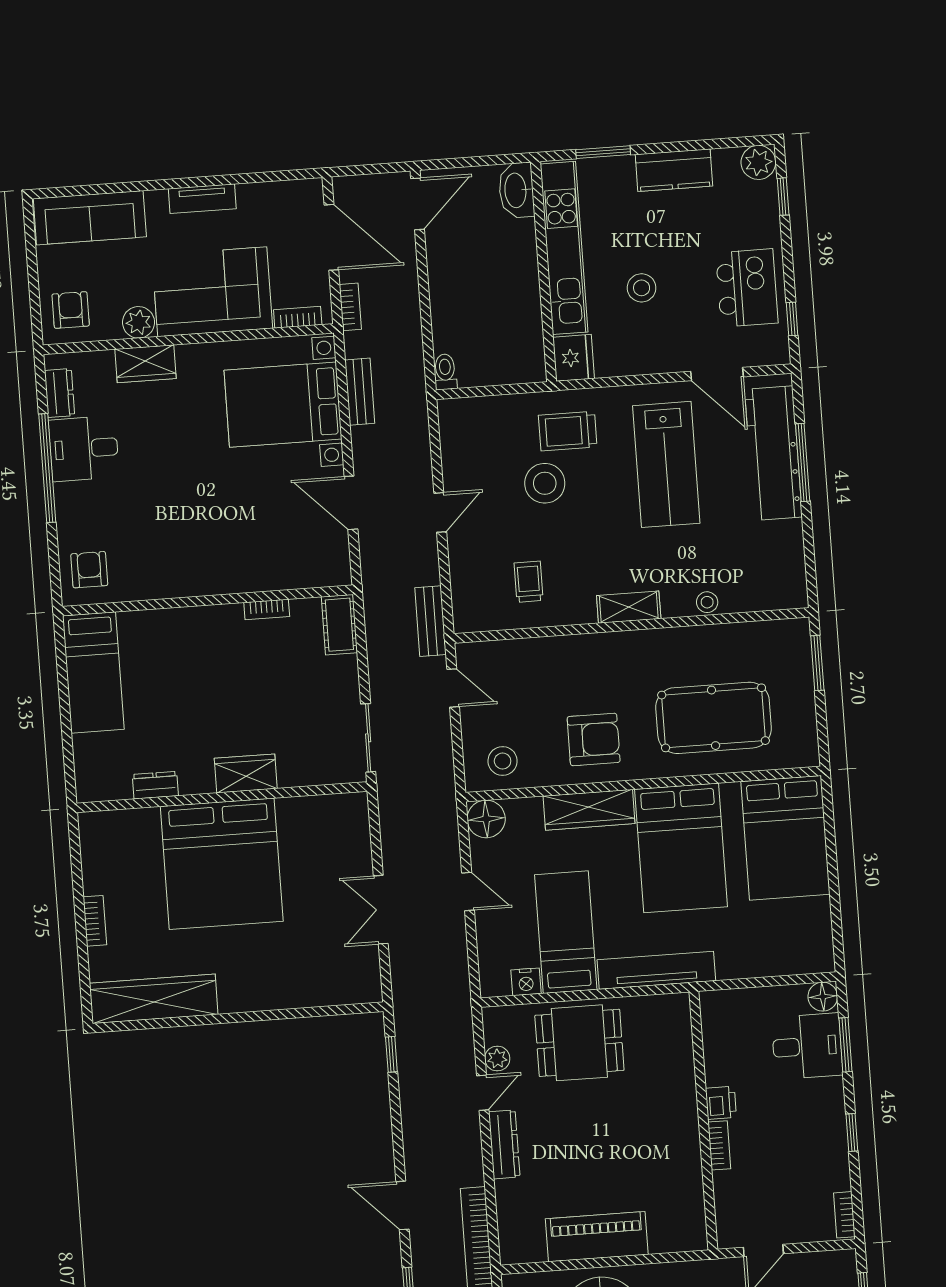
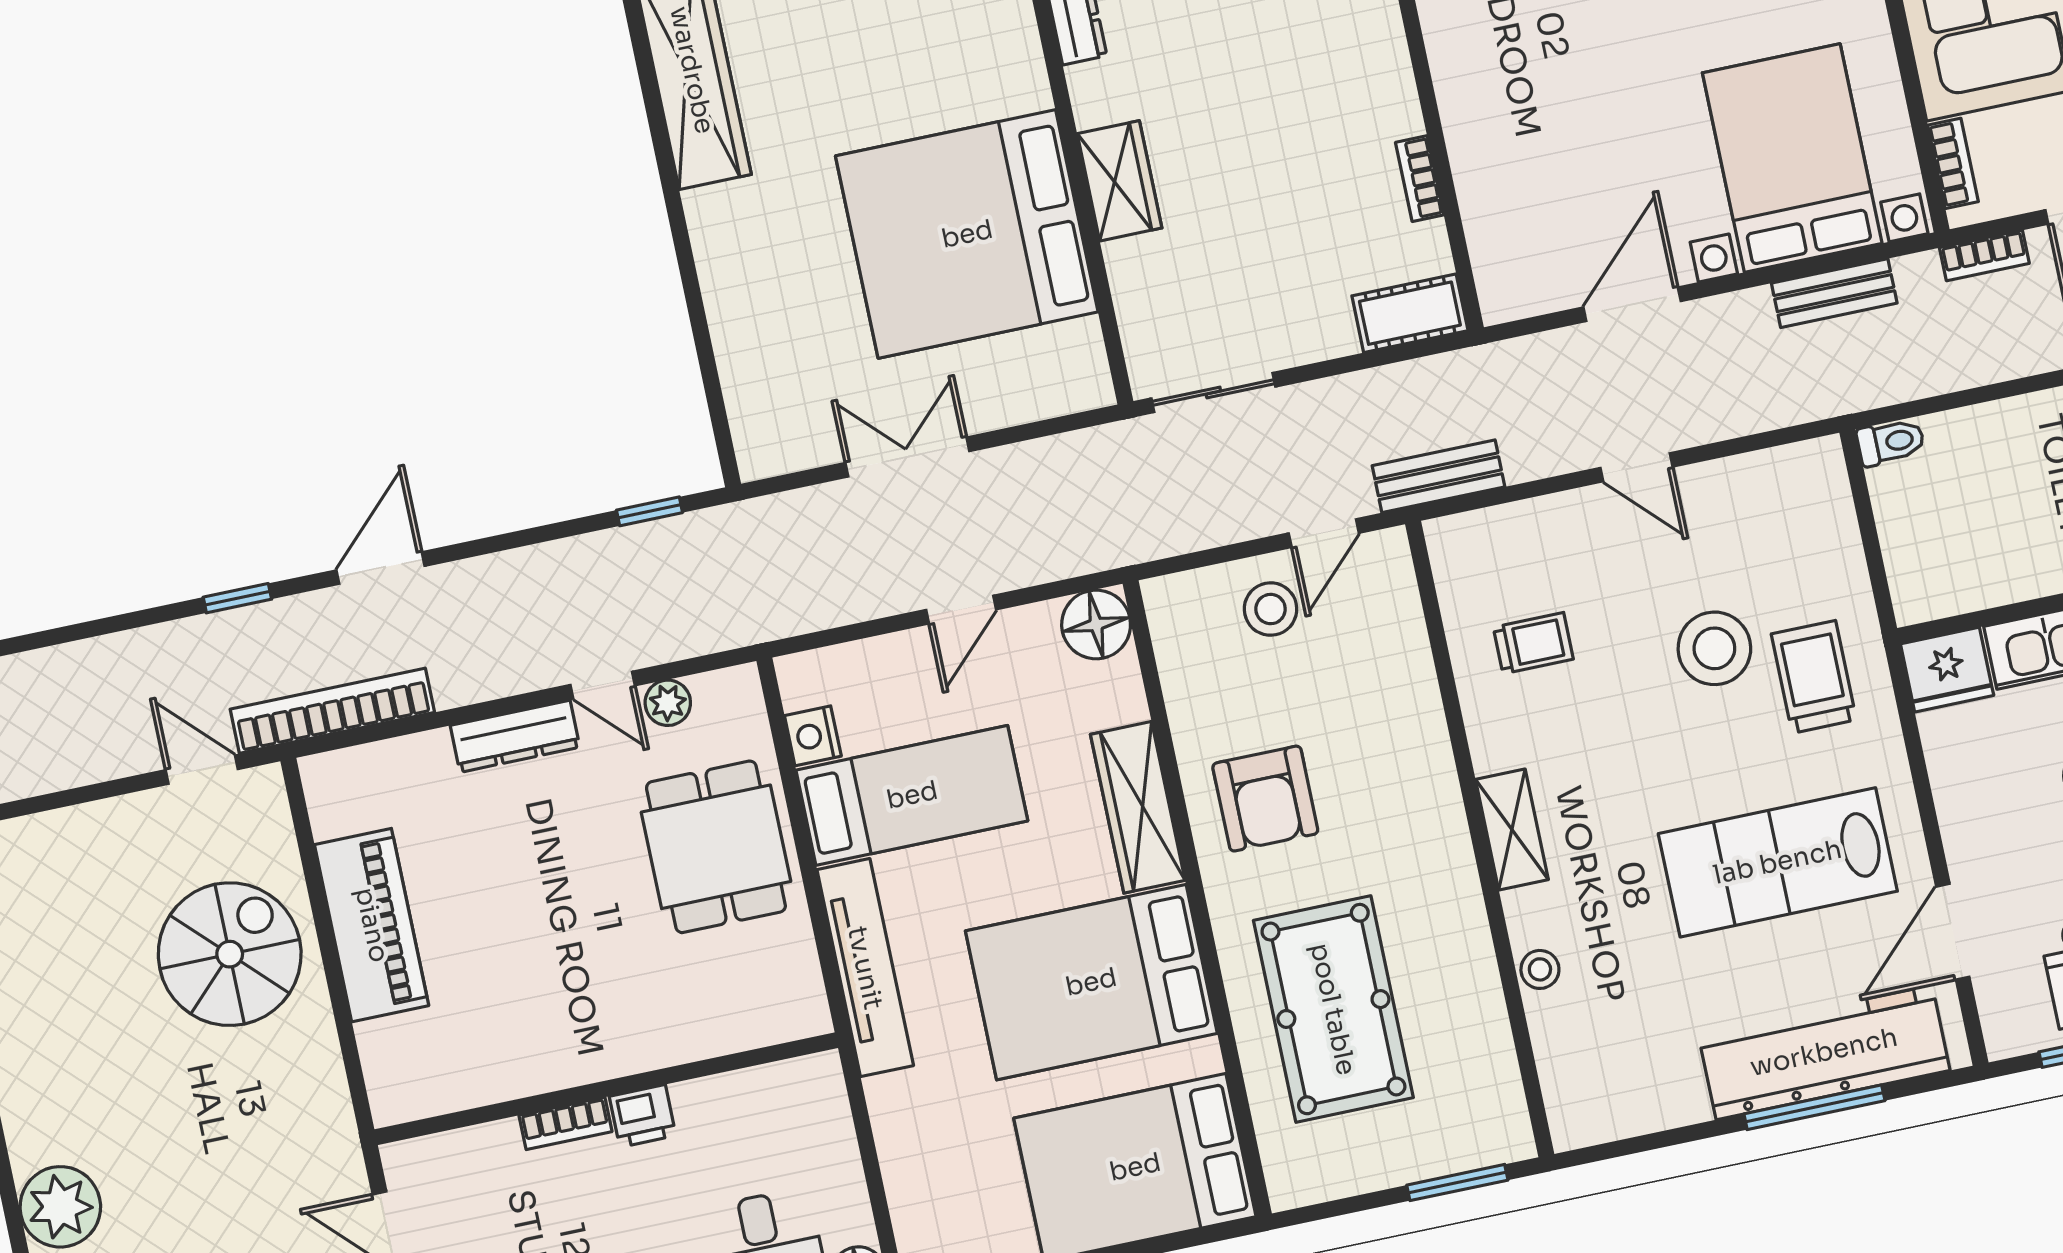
stool: (503, 761) -> (1271, 609), moved
bed: (222, 864) -> (967, 234), moved

